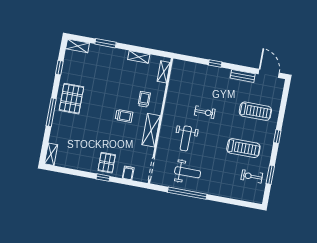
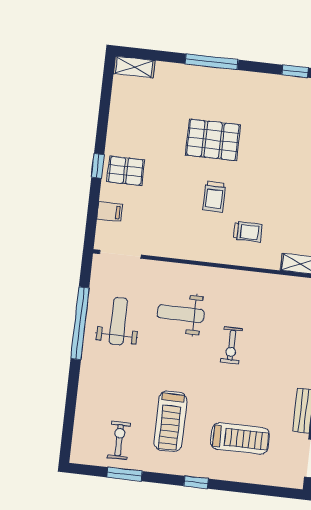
pallet: (71, 99) -> (213, 140), moved
treadmill: (255, 111) -> (240, 438), turned -90
shelving: (151, 130) -> (191, 248), removed
weight bench: (188, 172) -> (118, 321), turned 180

